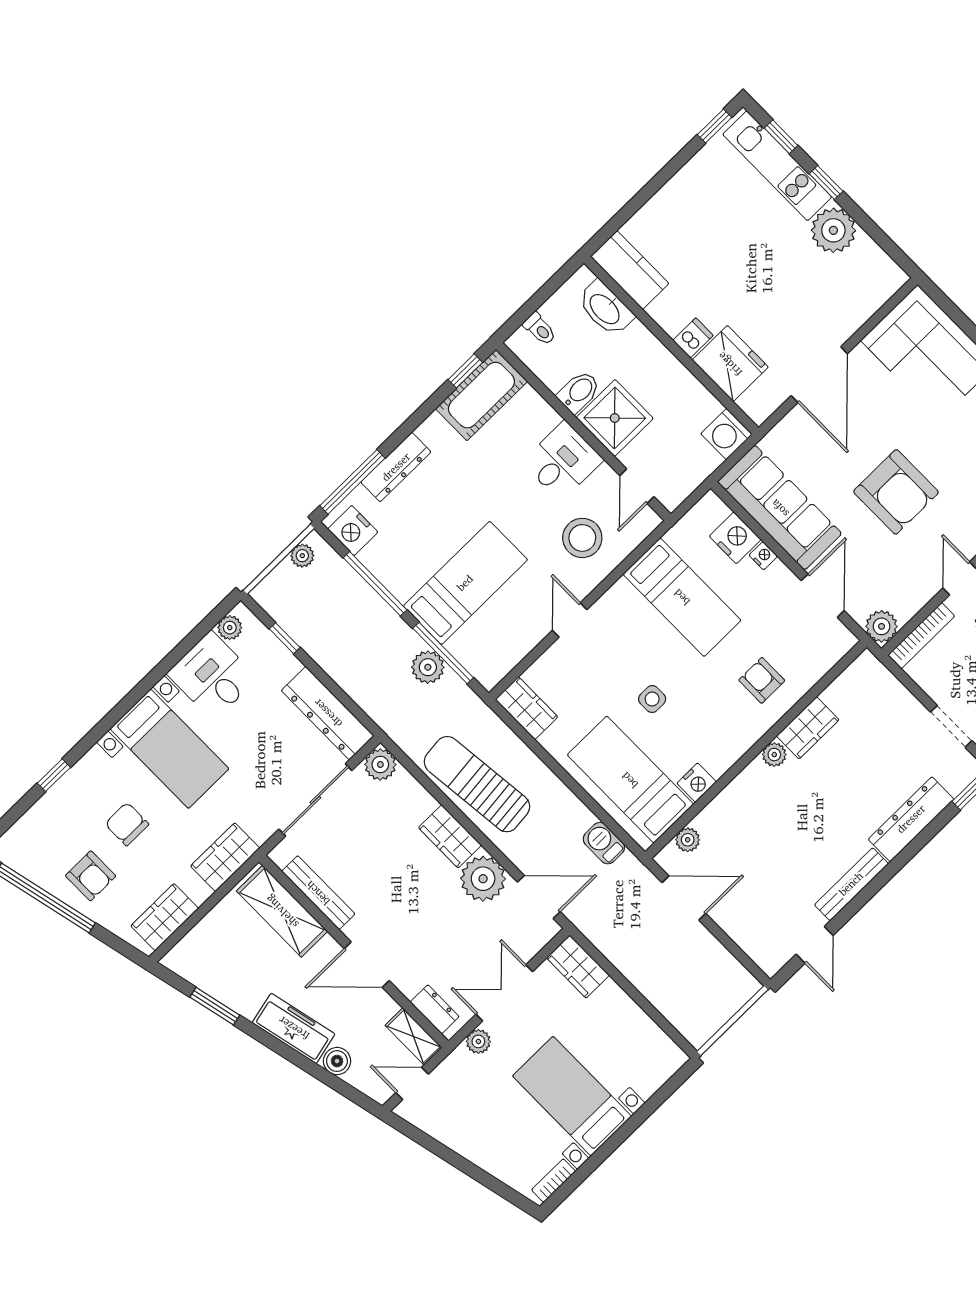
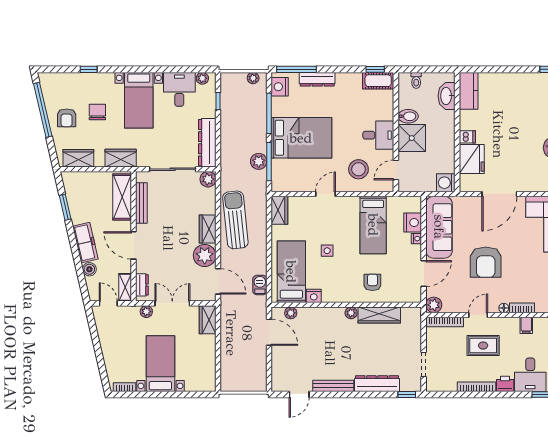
cot: (481, 395) -> (378, 81), width x0.73, depth x0.75
bed: (465, 583) -> (301, 138), width x1.50
wardrobe: (808, 728) -> (379, 315), width x1.50

